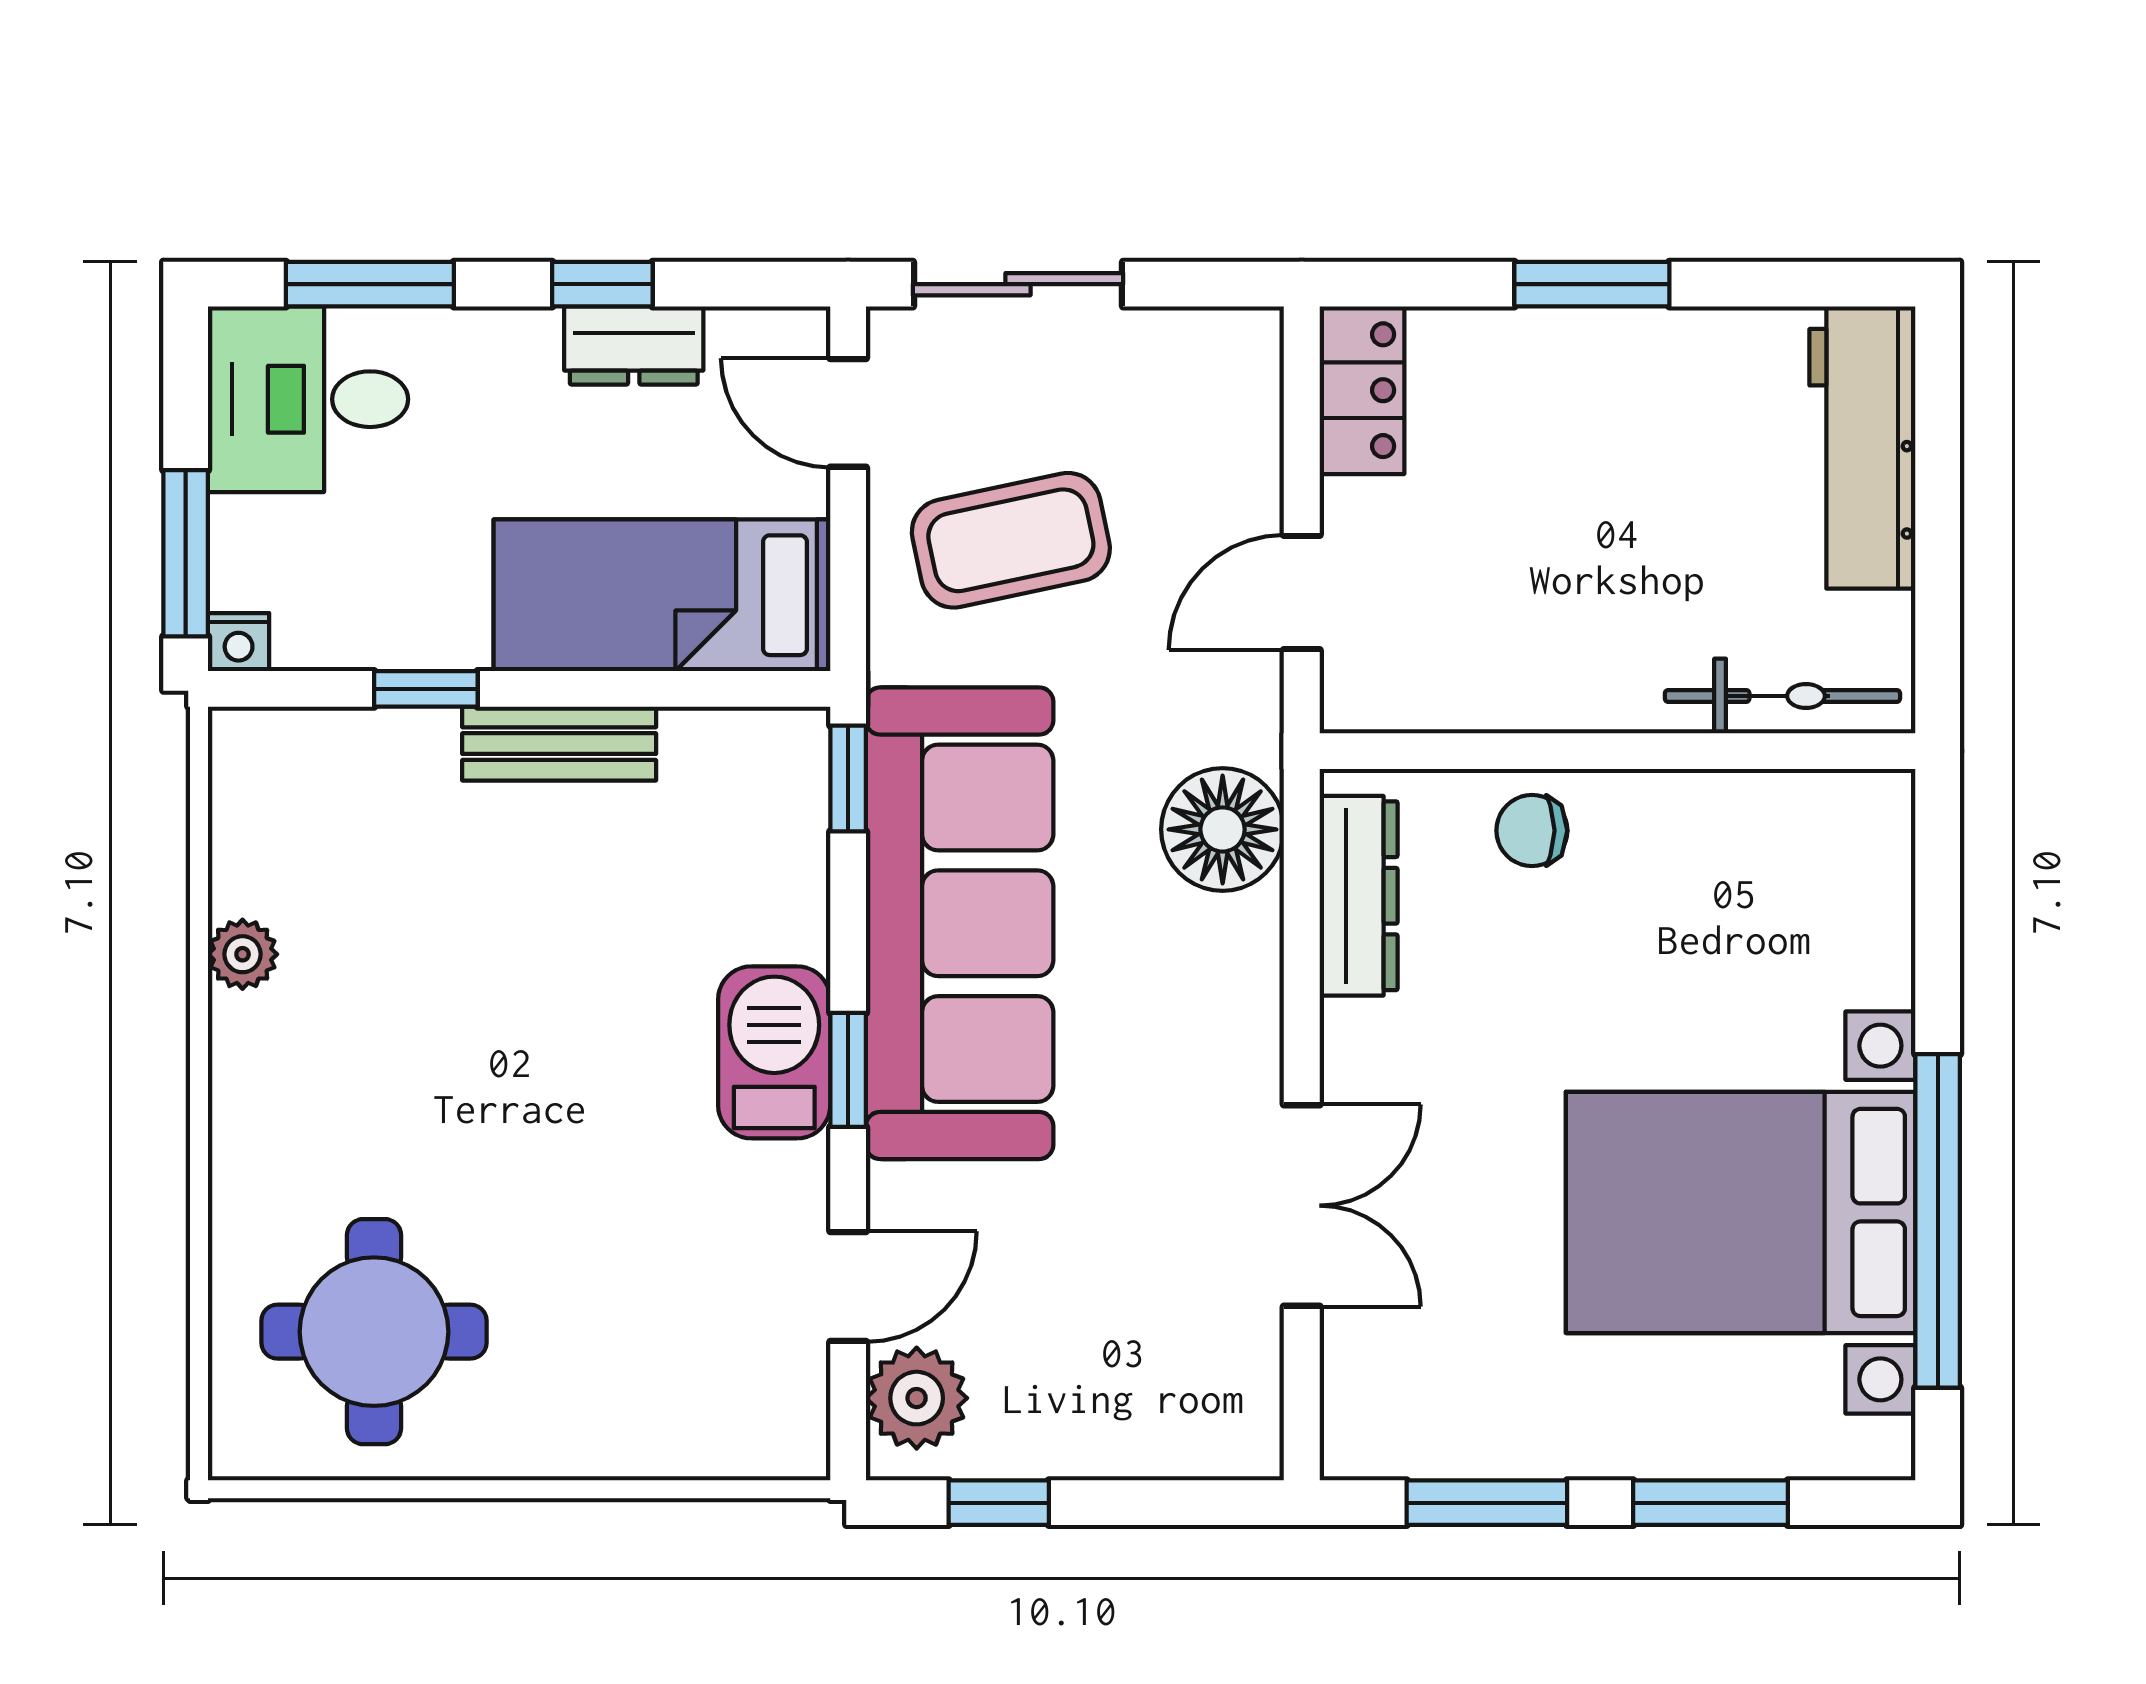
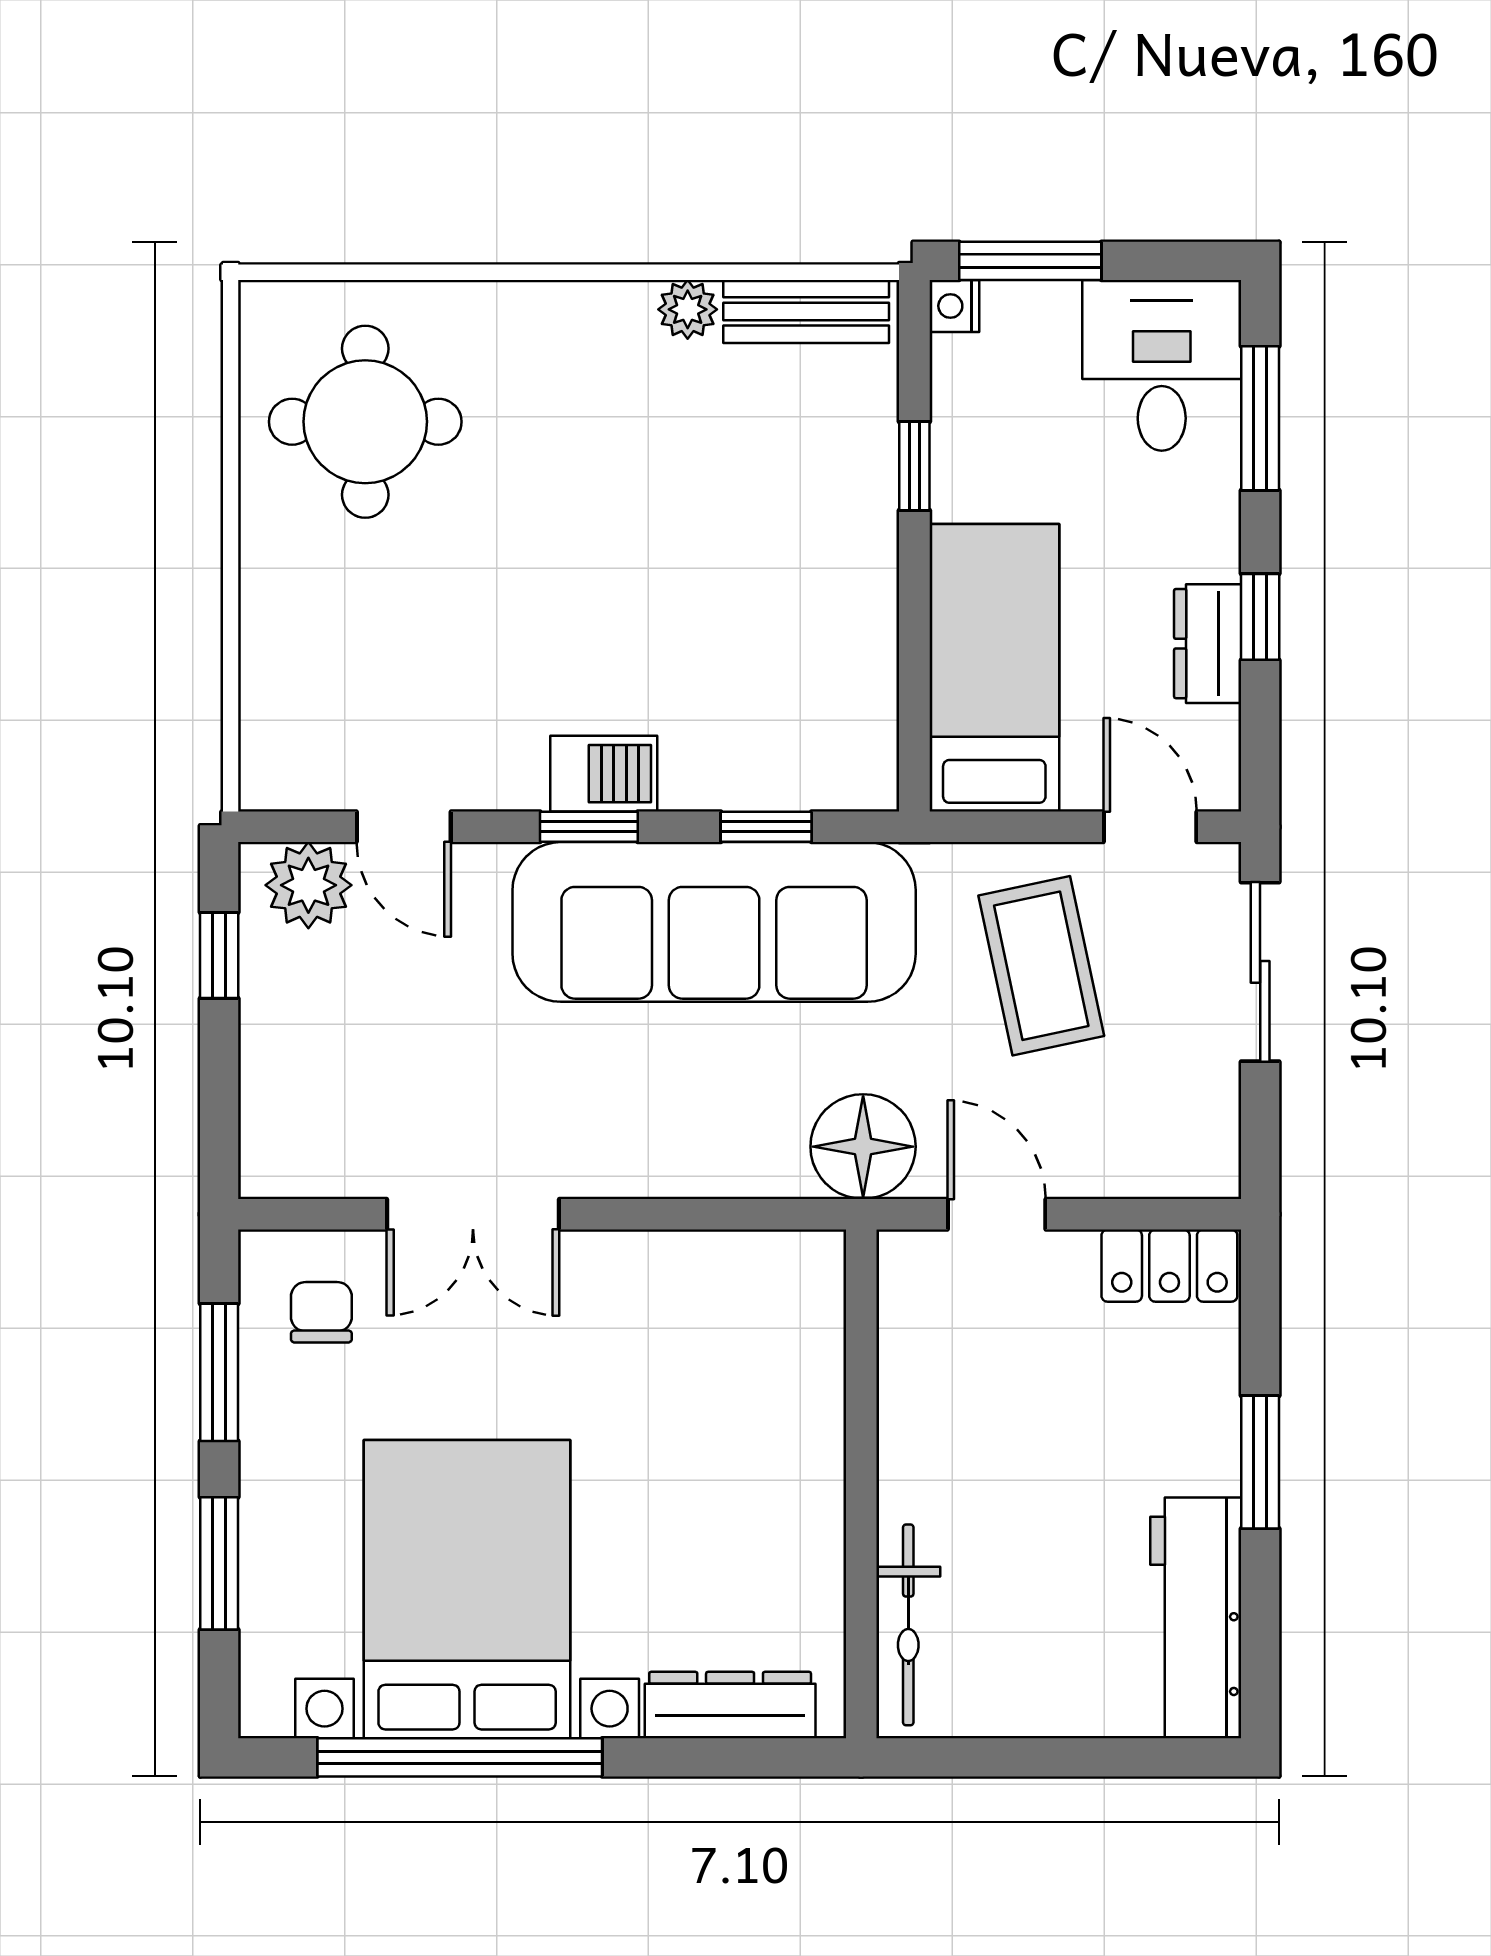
door: (848, 413) -> (1150, 827), hinge flipped
workbench: (1862, 447) -> (1196, 1618), moved, turned -90
bench: (559, 744) -> (806, 311), moved, turned 90
window: (848, 779) -> (766, 827), moved
floor lamp: (1223, 829) -> (863, 1147), moved
chair: (1532, 831) -> (321, 1312), moved
dresser: (1359, 896) -> (730, 1705), moved, turned 180
barbecue: (774, 1052) -> (604, 774), width x0.73, depth x0.79

